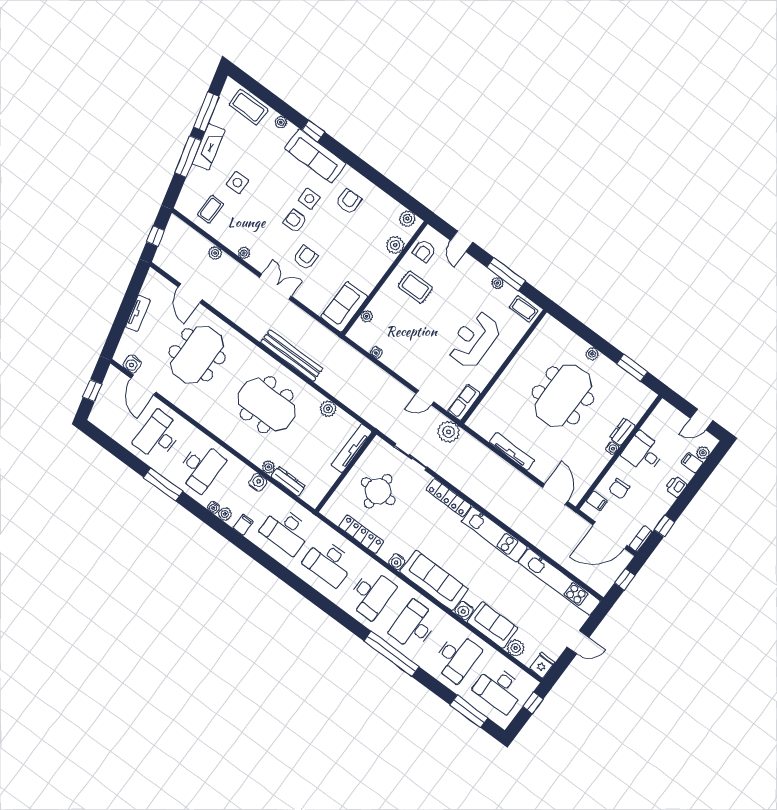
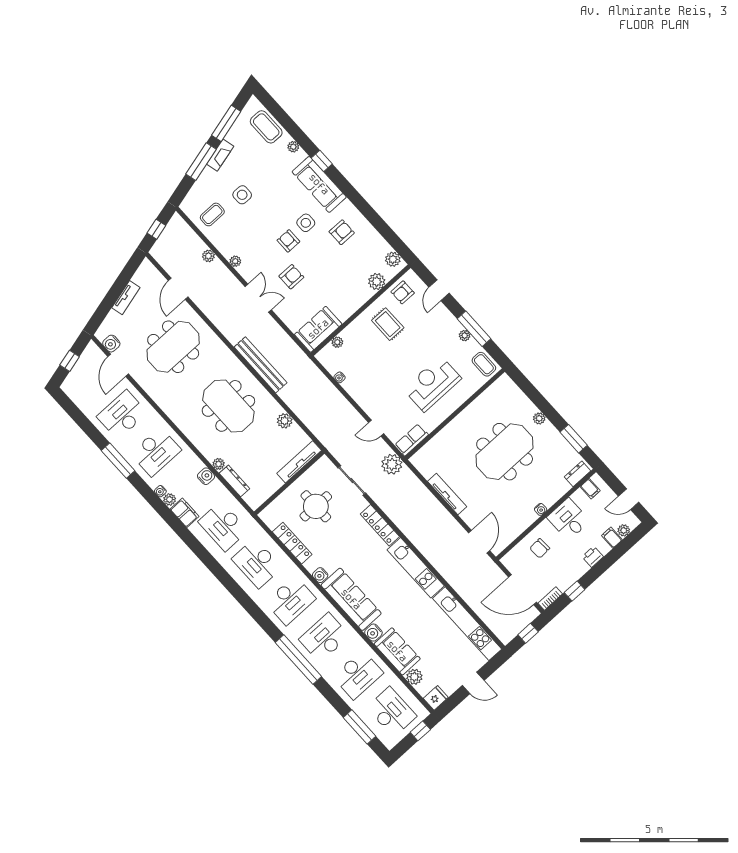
fireplace: (208, 147) -> (220, 155), width x0.73, depth x0.76
dresser: (622, 432) -> (578, 474), moved
filing cabinet: (597, 501) -> (590, 489), moved
filing cabinet: (243, 525) -> (185, 513), width x2.00
desk: (499, 689) -> (392, 712), turned 180

